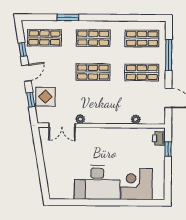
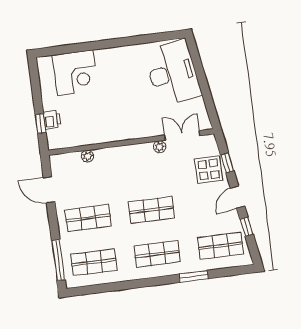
window: (169, 55) -> (58, 260), moved
printer: (159, 138) -> (52, 120), moved
desk: (97, 182) -> (173, 73), moved, turned 81

